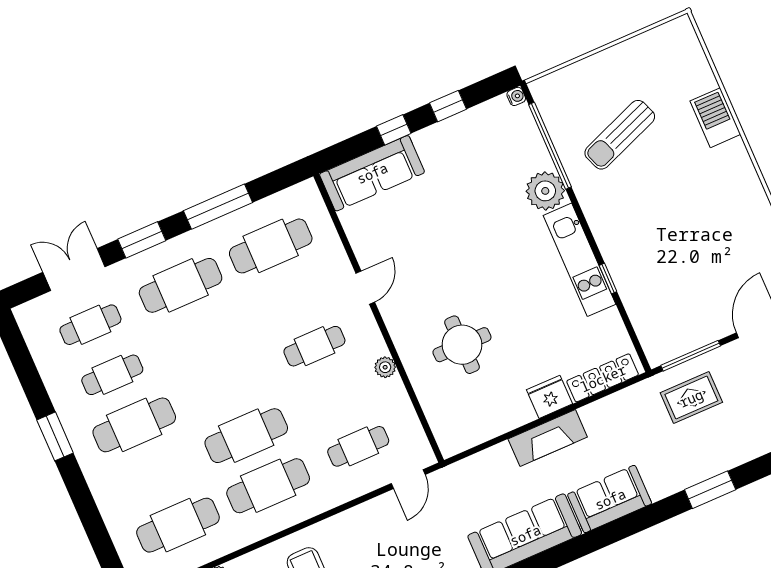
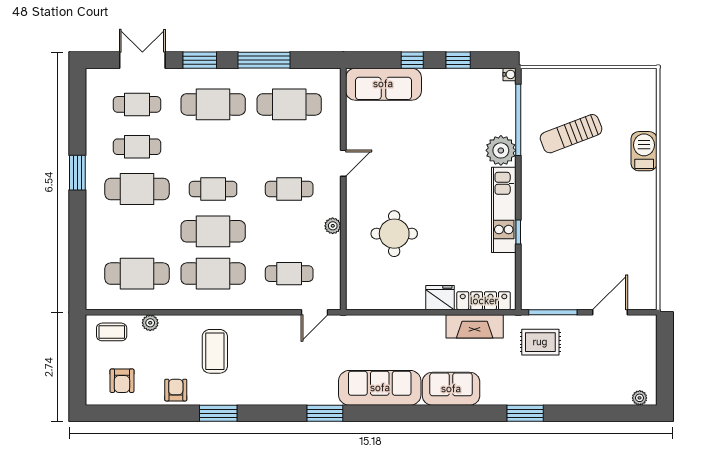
cafe table: (224, 386) -> (213, 189), added
fireplace: (548, 438) -> (475, 326), moved

